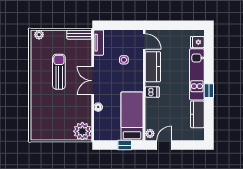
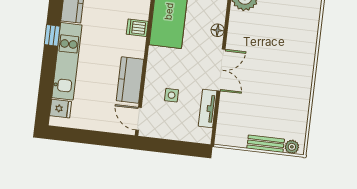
bench: (79, 35) -> (266, 144), moved
tv unit: (99, 43) -> (208, 108), moved
sun lounger: (59, 72) -> (269, 89), removed
dishwasher: (152, 92) -> (137, 28), moved

